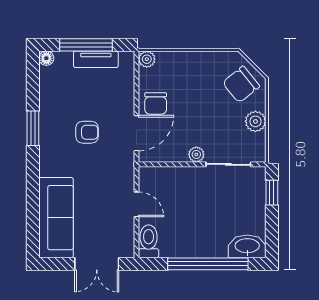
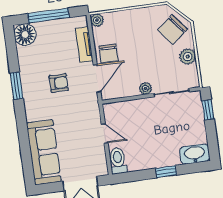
floor lamp: (46, 58) -> (25, 34), width x1.89, depth x1.89
tv unit: (96, 59) -> (84, 45), moved, turned 90
window: (208, 264) -> (166, 172), width x0.32

